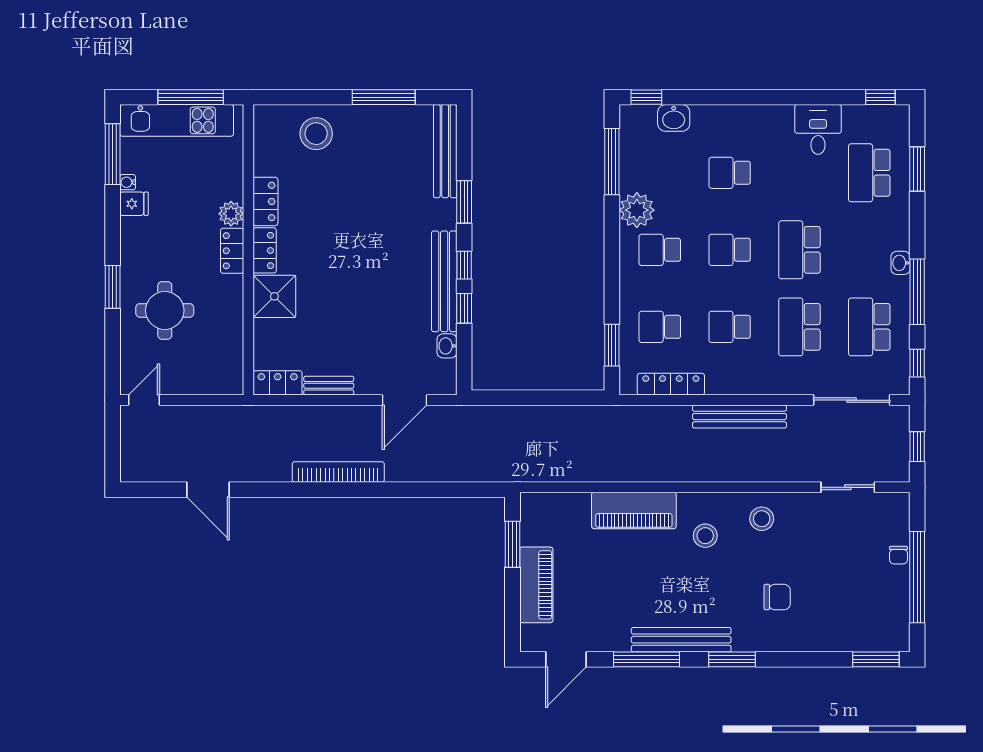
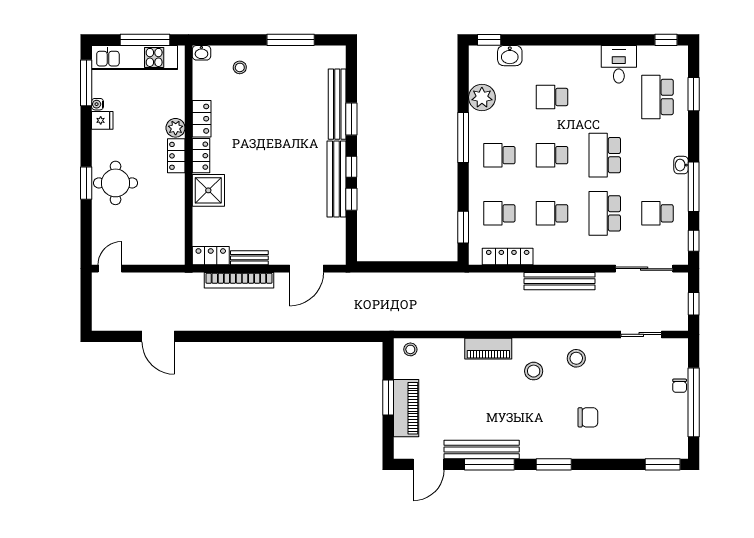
stool: (316, 134) -> (240, 67), width x0.53, depth x0.53
bench: (445, 151) -> (337, 104), moved
window: (612, 162) -> (463, 137), moved
plant: (637, 210) -> (482, 97), moved
round table: (165, 310) -> (116, 183), moved
school desk: (869, 327) -> (657, 213), width x0.54
washbasin: (447, 346) -> (201, 53), moved, turned -90
bookcase: (338, 472) -> (239, 280), moved, turned 180
stool: (542, 507) -> (410, 349), added
piano: (634, 510) -> (488, 349), width x0.73, depth x0.75
window: (513, 544) -> (388, 398), moved
bench: (681, 640) -> (482, 450), moved

